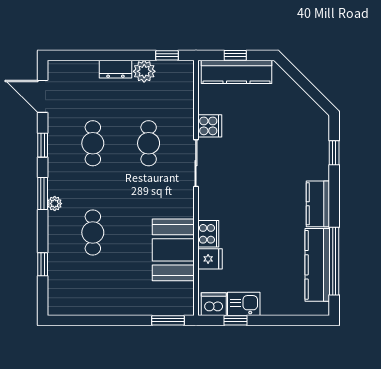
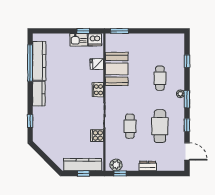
plant: (144, 71) -> (116, 165), moved
cafe table: (93, 143) -> (160, 126), width x1.37, depth x1.35
cooker: (208, 234) -> (98, 90), moved

